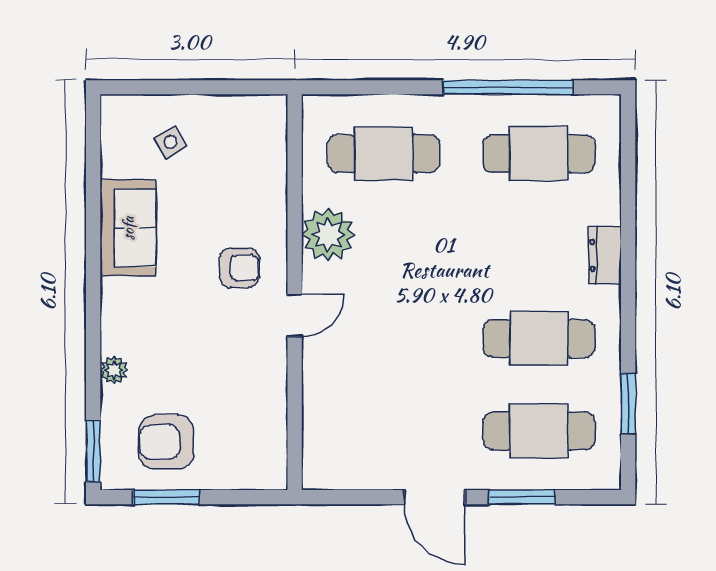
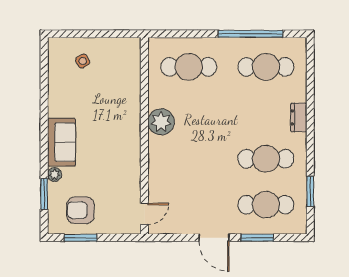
sofa: (128, 228) -> (62, 142), moved
plant: (328, 235) -> (161, 122), moved
armchair: (240, 268) -> (117, 124), removed
door: (295, 315) -> (144, 214), moved
window: (93, 451) -> (44, 194), moved

